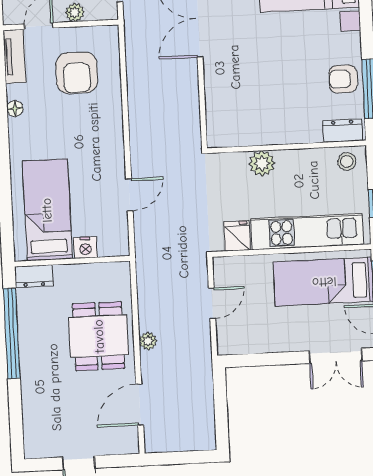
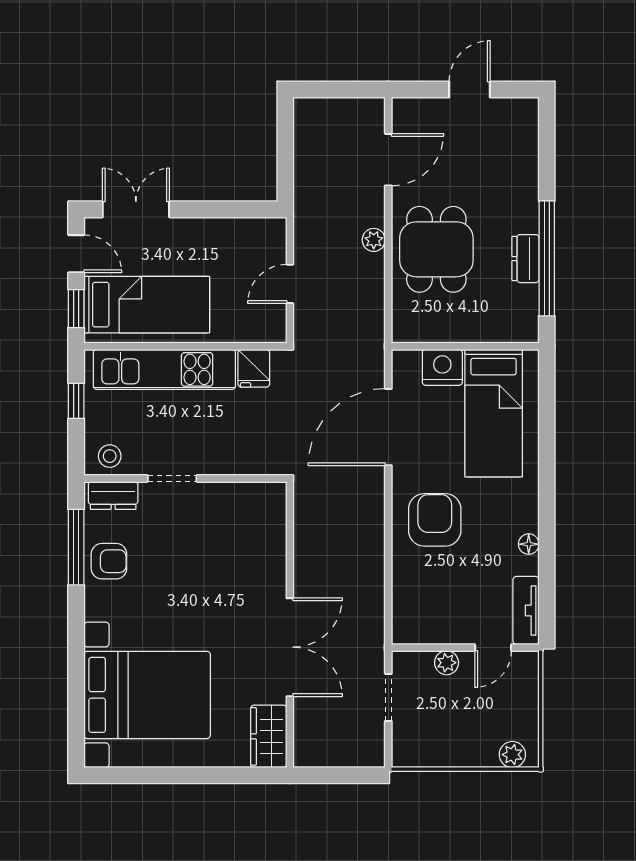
armchair: (77, 73) -> (435, 520), moved
doorway: (297, 146) -> (172, 479), added
plant: (262, 163) -> (218, 459), removed
door: (129, 195) -> (388, 427), width x1.87
nightstand: (85, 247) -> (442, 367), width x1.36, depth x1.33
dresser: (34, 276) -> (525, 259), moved, turned -90

